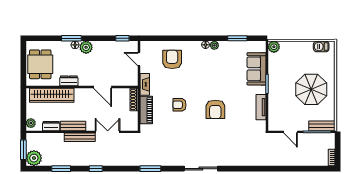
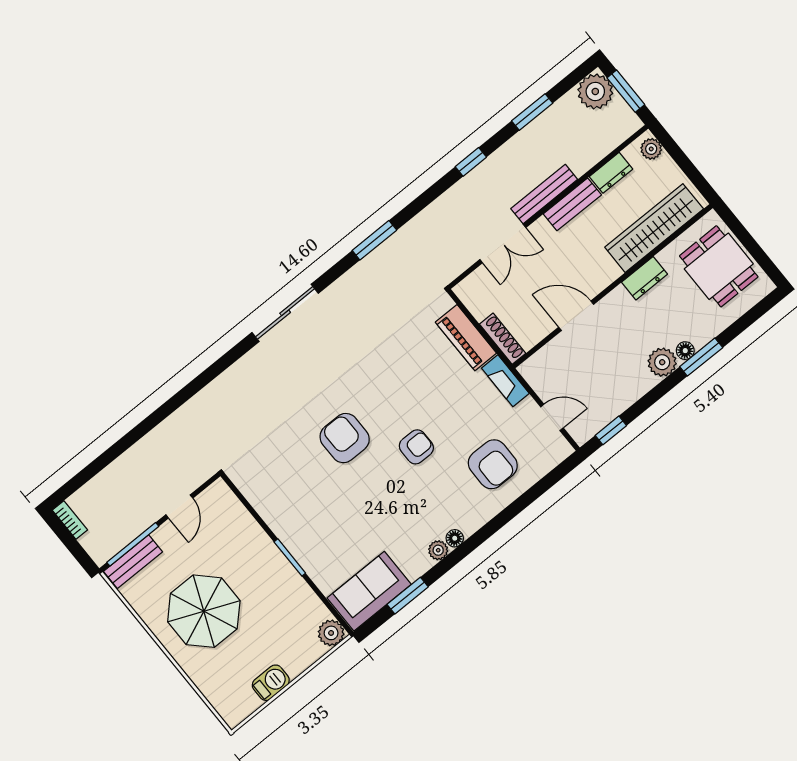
barbecue: (321, 46) -> (271, 683), moved
sofa: (257, 69) -> (369, 591), moved, turned -90
armchair: (179, 105) -> (416, 447), moved
tv unit: (261, 107) -> (267, 508), removed
door: (291, 132) -> (179, 506), swing flipped

